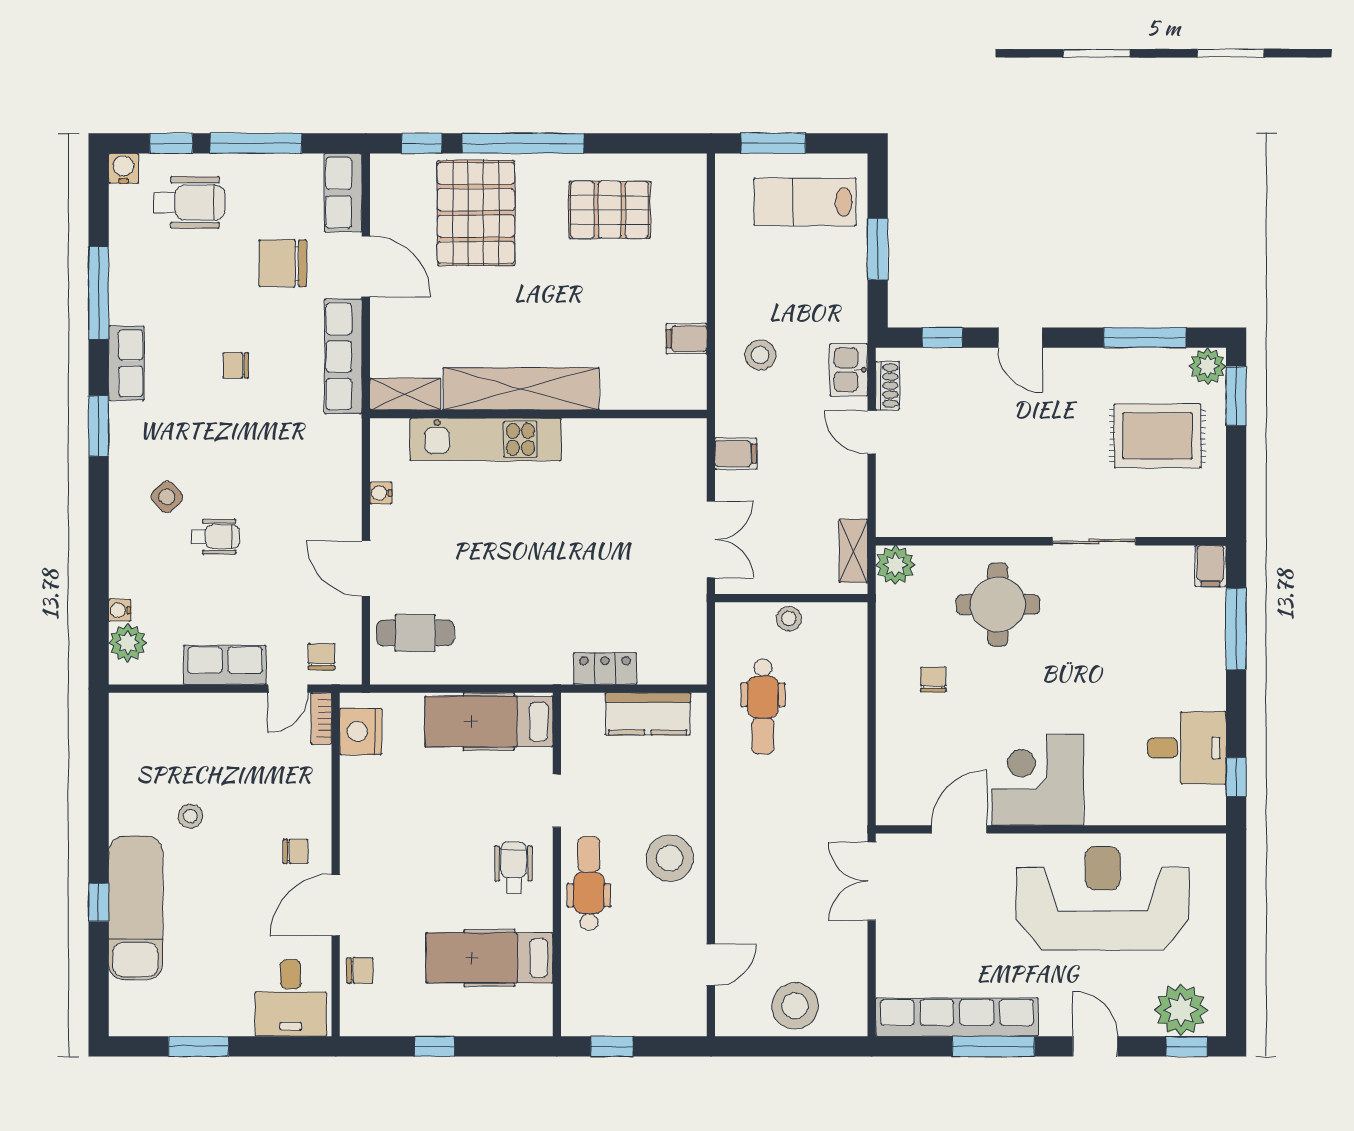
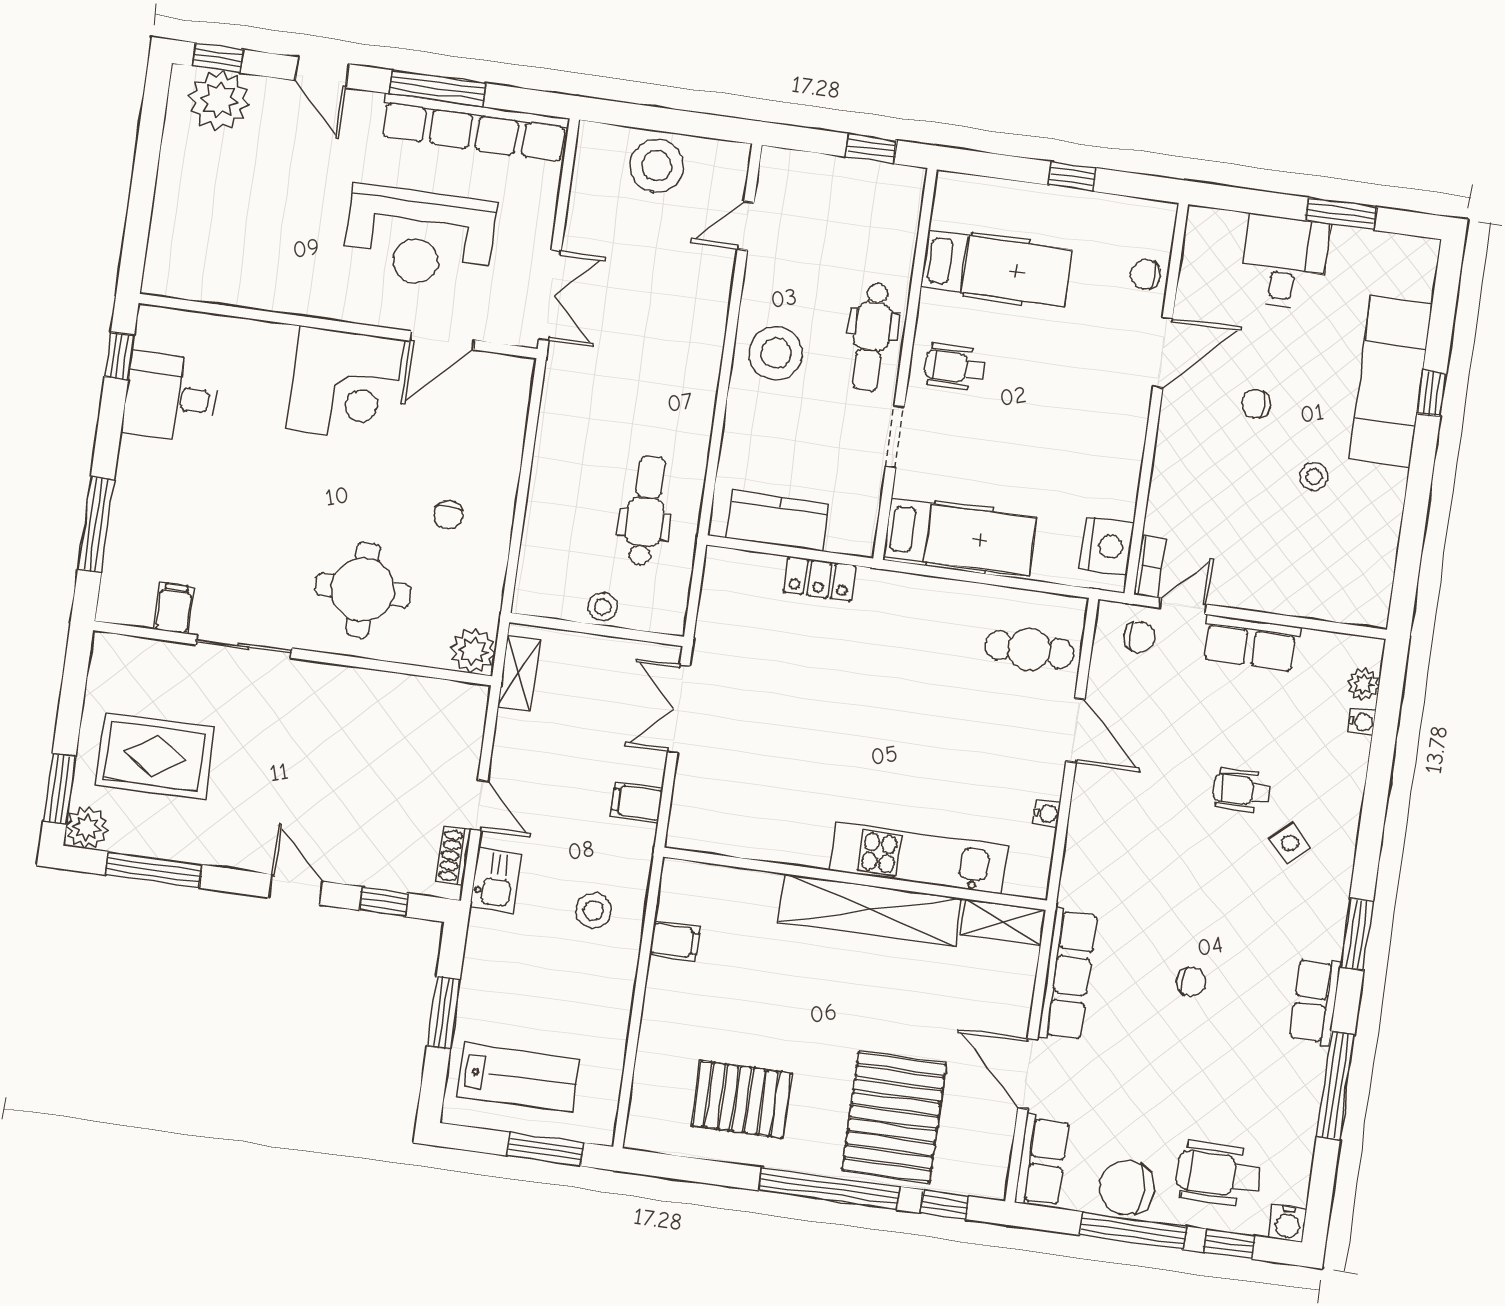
chair: (283, 263) -> (1127, 1188), moved, turned 180
filing cabinet: (1210, 566) -> (174, 608), moved
plant: (128, 643) -> (1364, 684), width x0.73, depth x0.73
chair: (322, 657) -> (1139, 637), turned -90
chair: (296, 851) -> (1256, 404), moved
wheelchair: (514, 868) -> (955, 367), turned 90
reception desk: (1103, 898) -> (419, 237), moved, width x0.74, depth x0.77
desk: (291, 998) -> (1284, 262), moved

